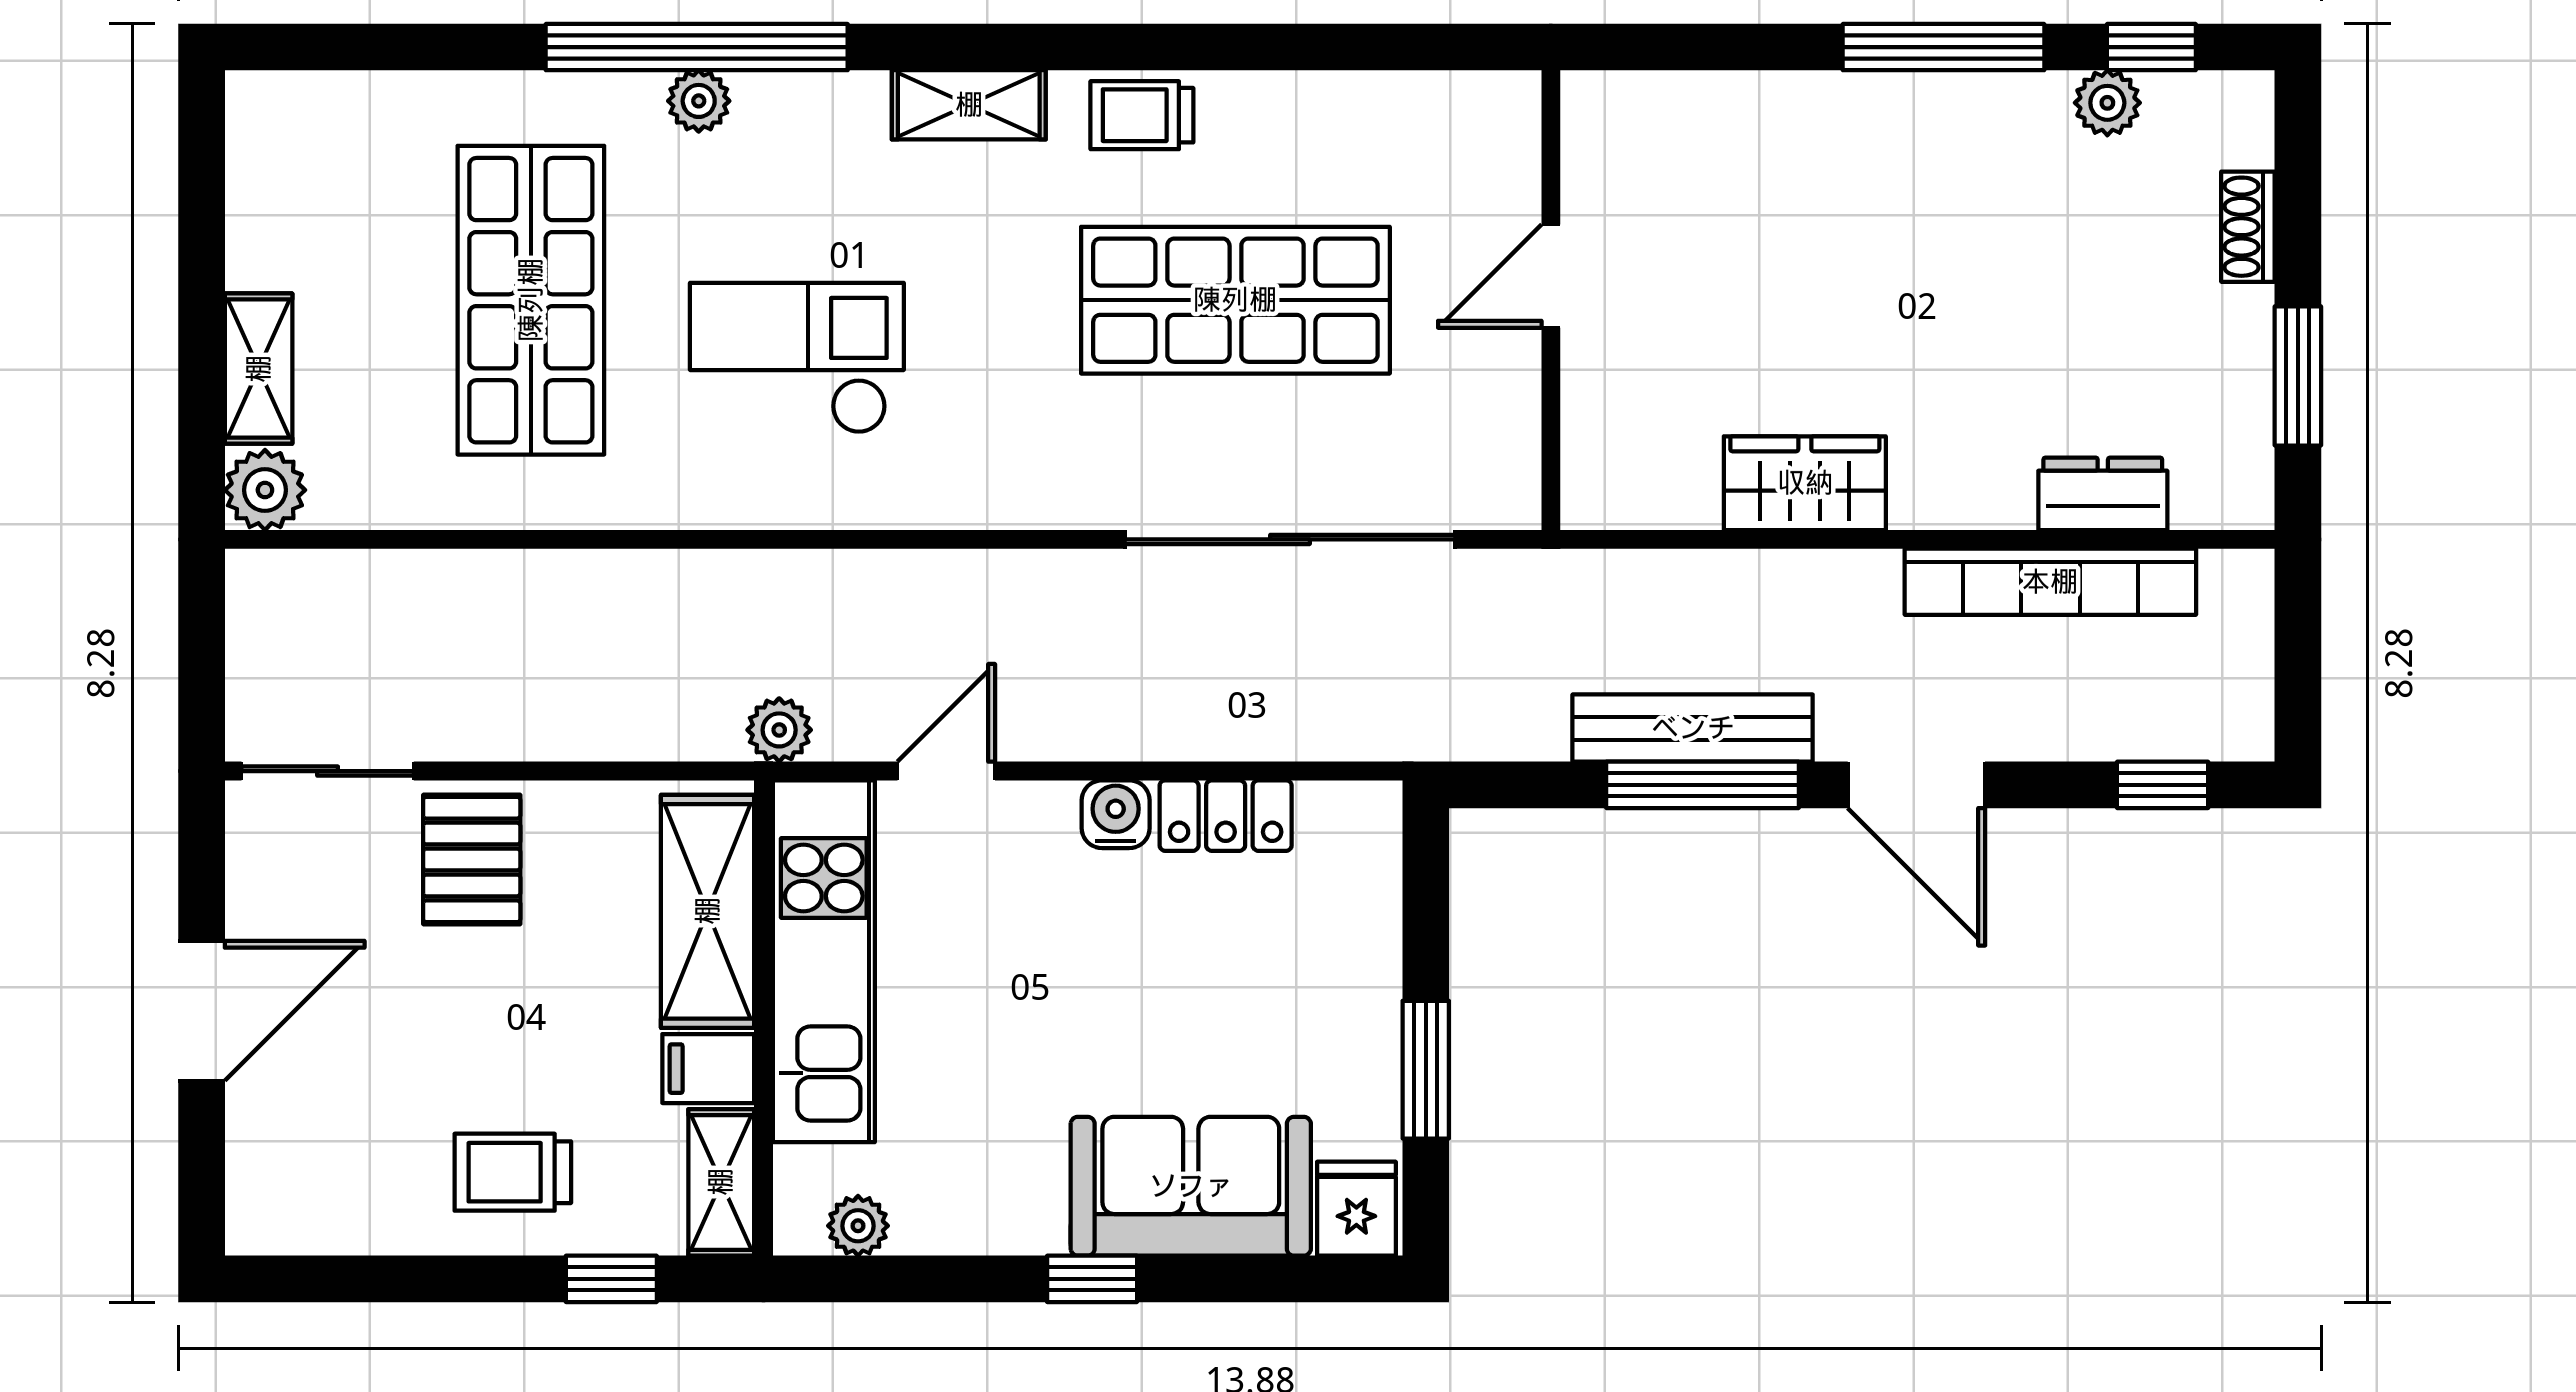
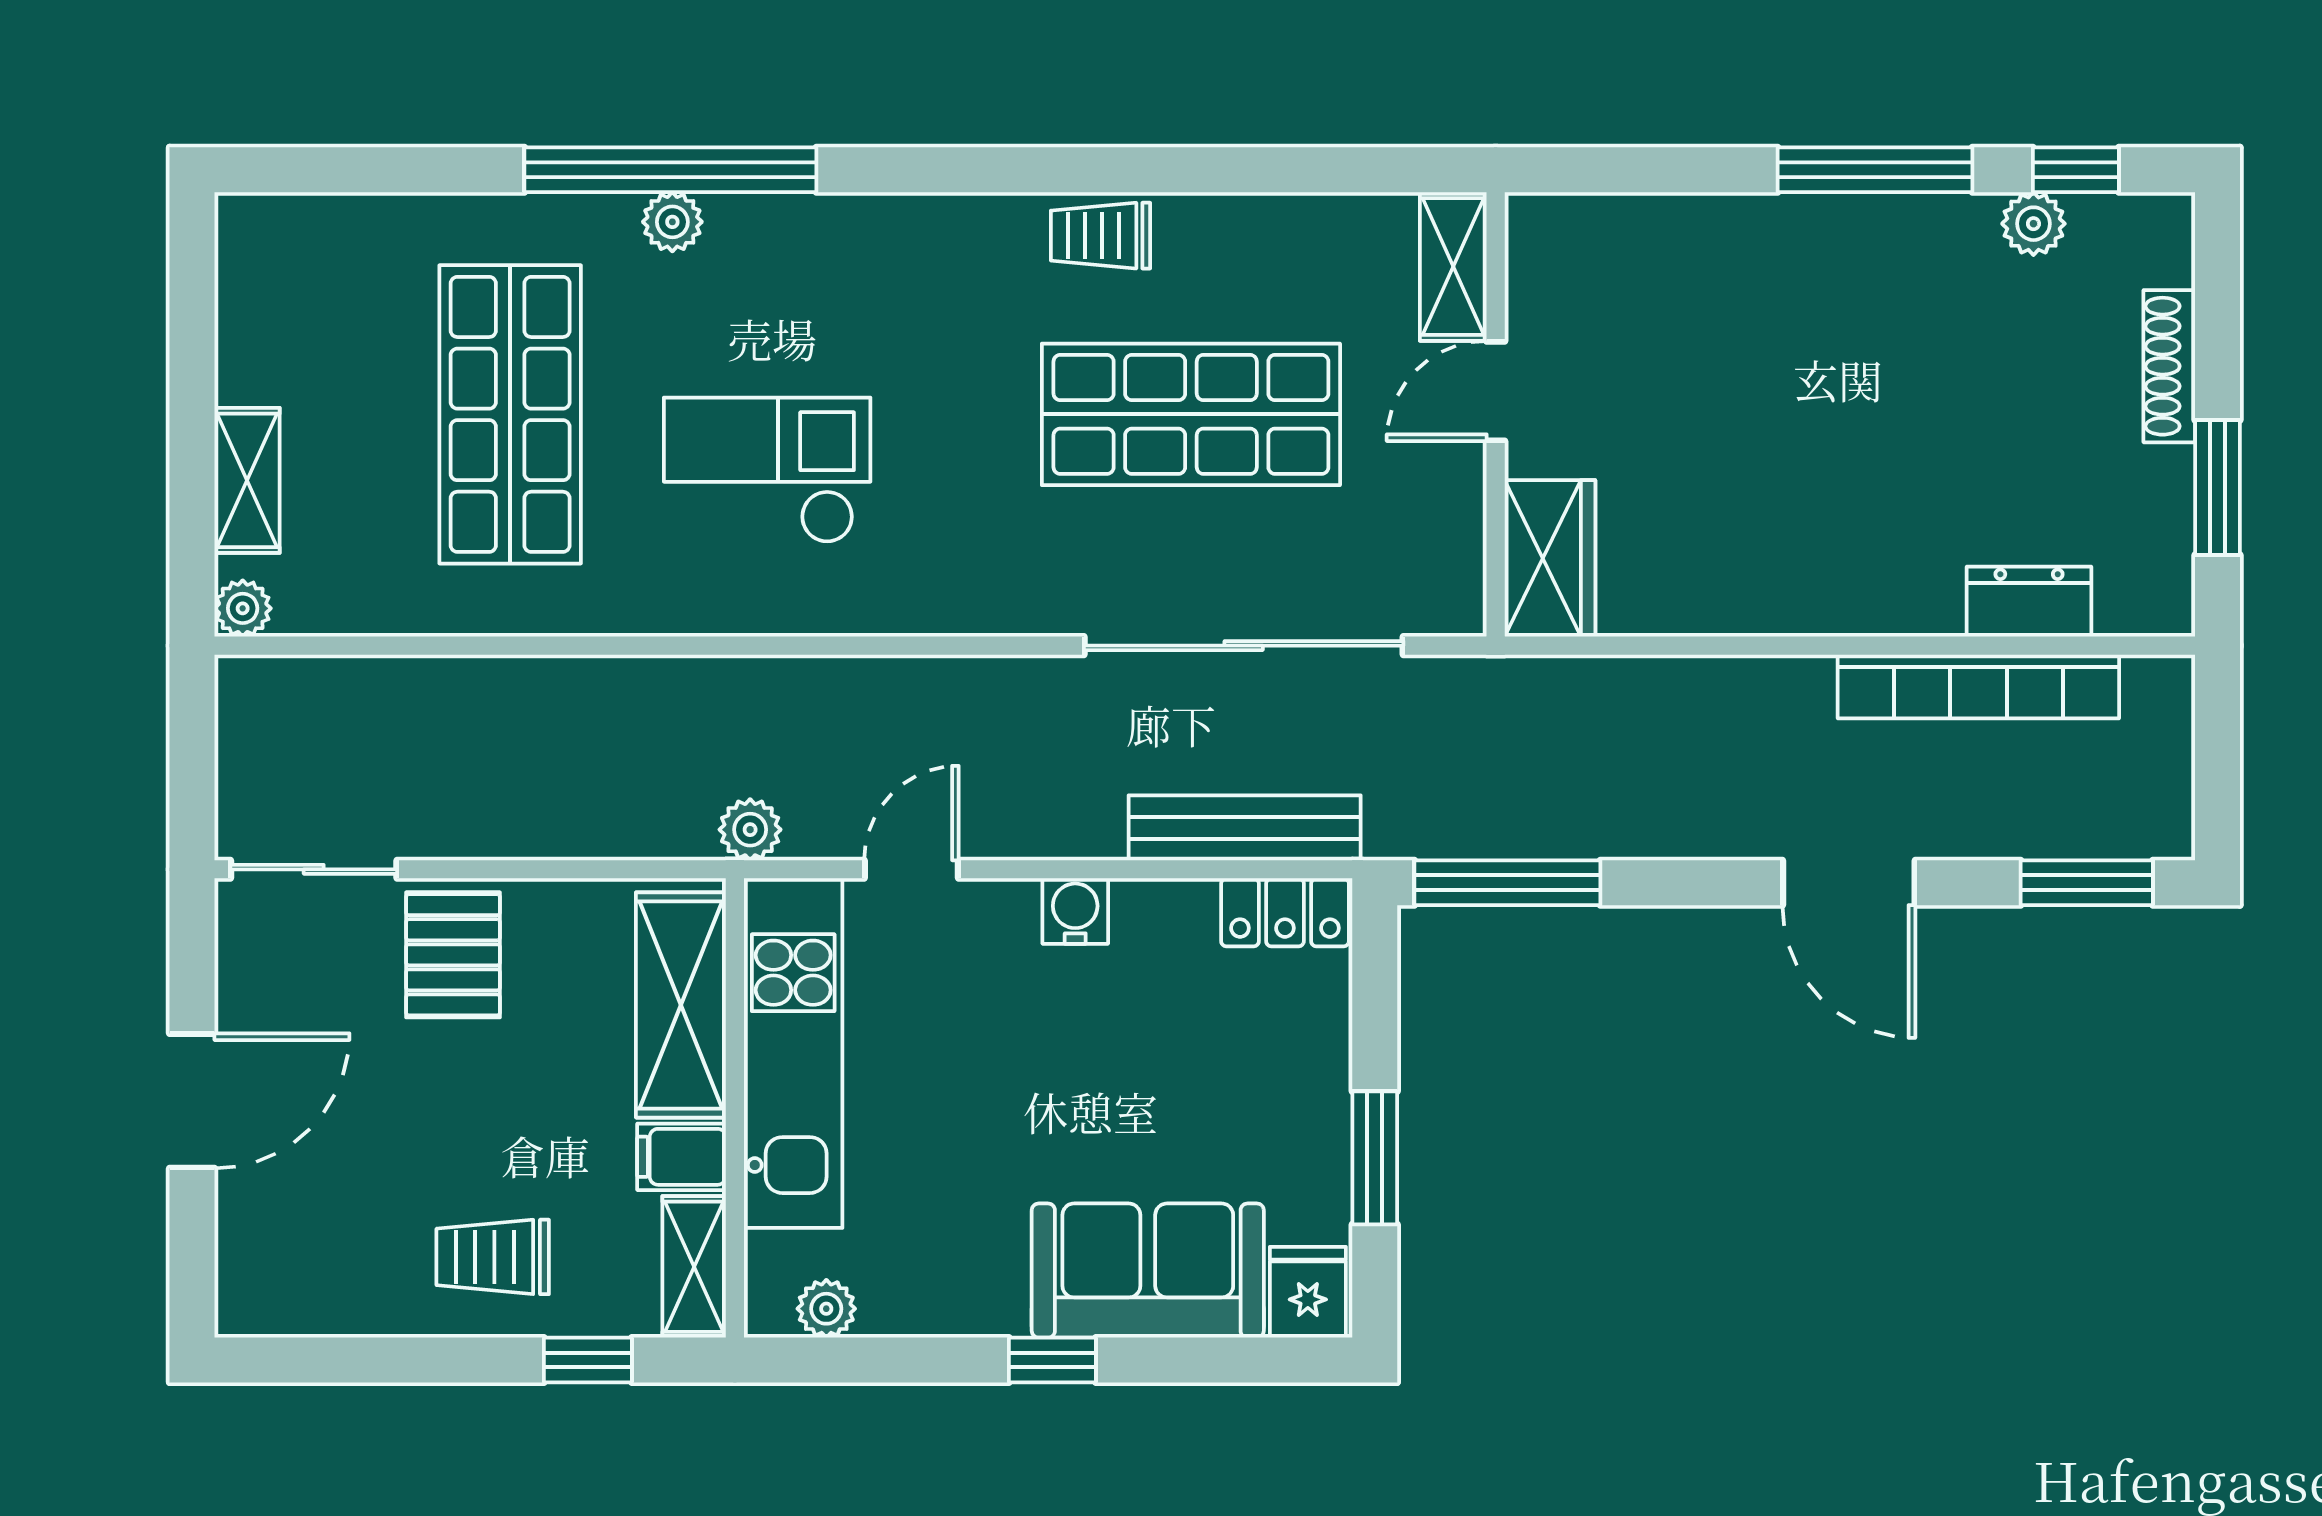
shelving: (969, 105) -> (1453, 266), moved, turned 90
shoe rack: (2248, 227) -> (2169, 366), width x1.43
wardrobe: (1805, 483) -> (1550, 558), moved, turned 90
plant: (265, 490) -> (243, 608), width x0.73, depth x0.73
bench: (1693, 728) -> (1245, 828), moved
window: (1702, 785) -> (1507, 883), moved
window: (2163, 785) -> (2087, 883), width x1.50
locker: (1226, 816) -> (1285, 912), moved

